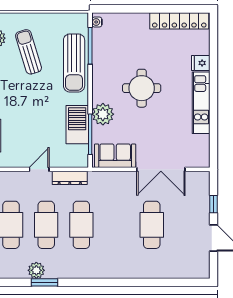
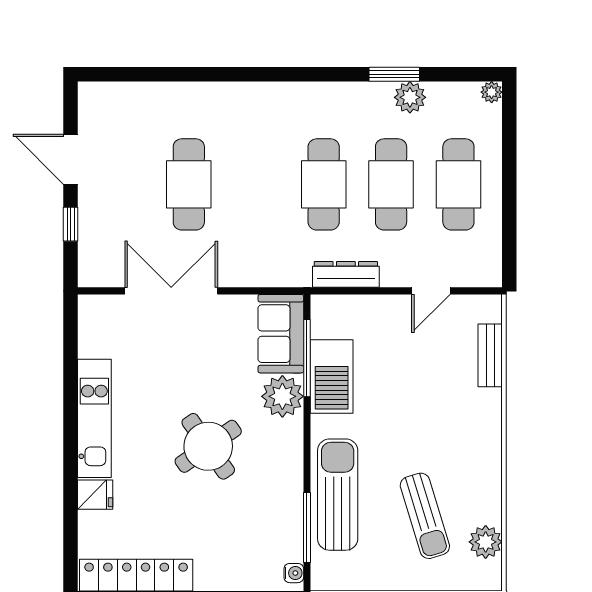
round table: (142, 88) -> (208, 446), turned -35
sofa: (115, 156) -> (281, 334), moved, turned 90
door: (39, 169) -> (431, 291), moved

